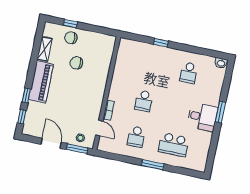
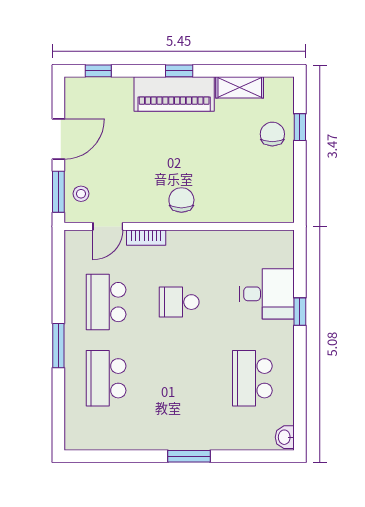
chair: (76, 63) -> (181, 200), moved
school desk: (189, 73) -> (252, 378), width x1.85
window: (26, 95) -> (179, 71), moved
desk: (202, 117) -> (267, 294), moved, turned -90
school desk: (136, 137) -> (106, 302), width x1.85

